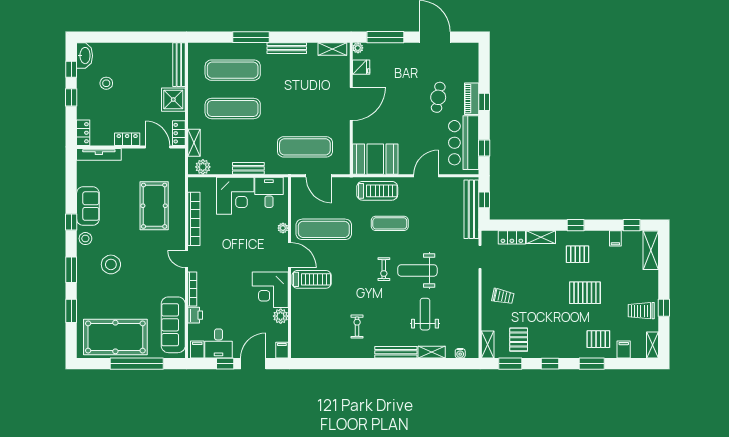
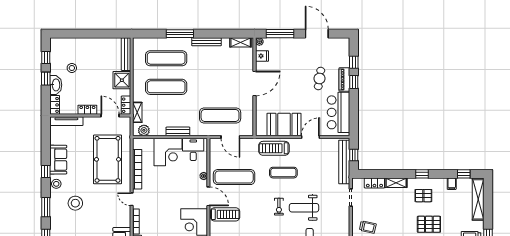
washbasin: (85, 56) -> (56, 85), moved
window: (484, 148) -> (354, 62), moved
booth: (375, 159) -> (284, 125), moved
treadmill: (377, 191) -> (274, 148), turned 180
pool table: (154, 206) -> (108, 159), width x1.36, depth x1.32
shelving: (651, 250) -> (478, 199), width x1.47

